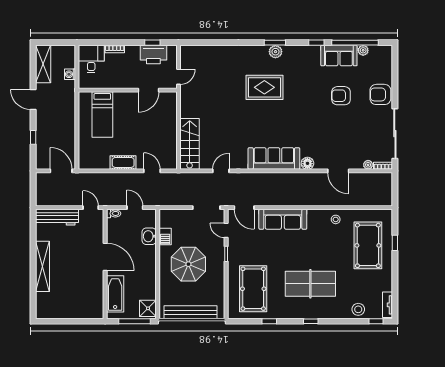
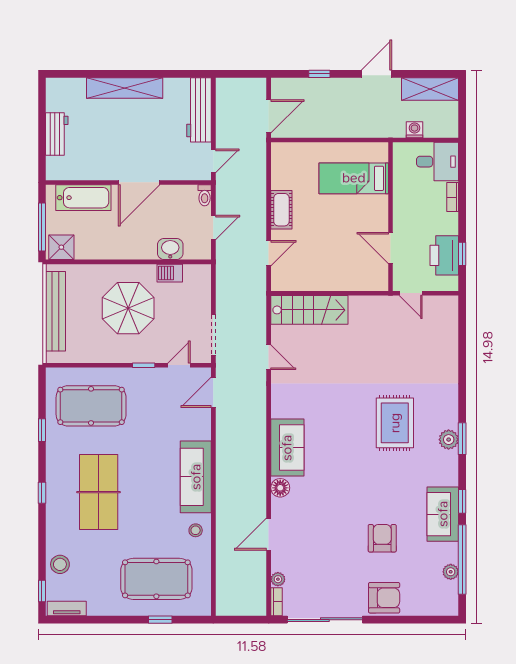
sofa: (339, 56) -> (443, 514), moved
armchair: (380, 94) -> (384, 598), turned 90
sofa: (274, 159) -> (287, 448), width x0.73
sofa: (283, 219) -> (196, 477), moved
workbench: (73, 311) -> (57, 134), added

